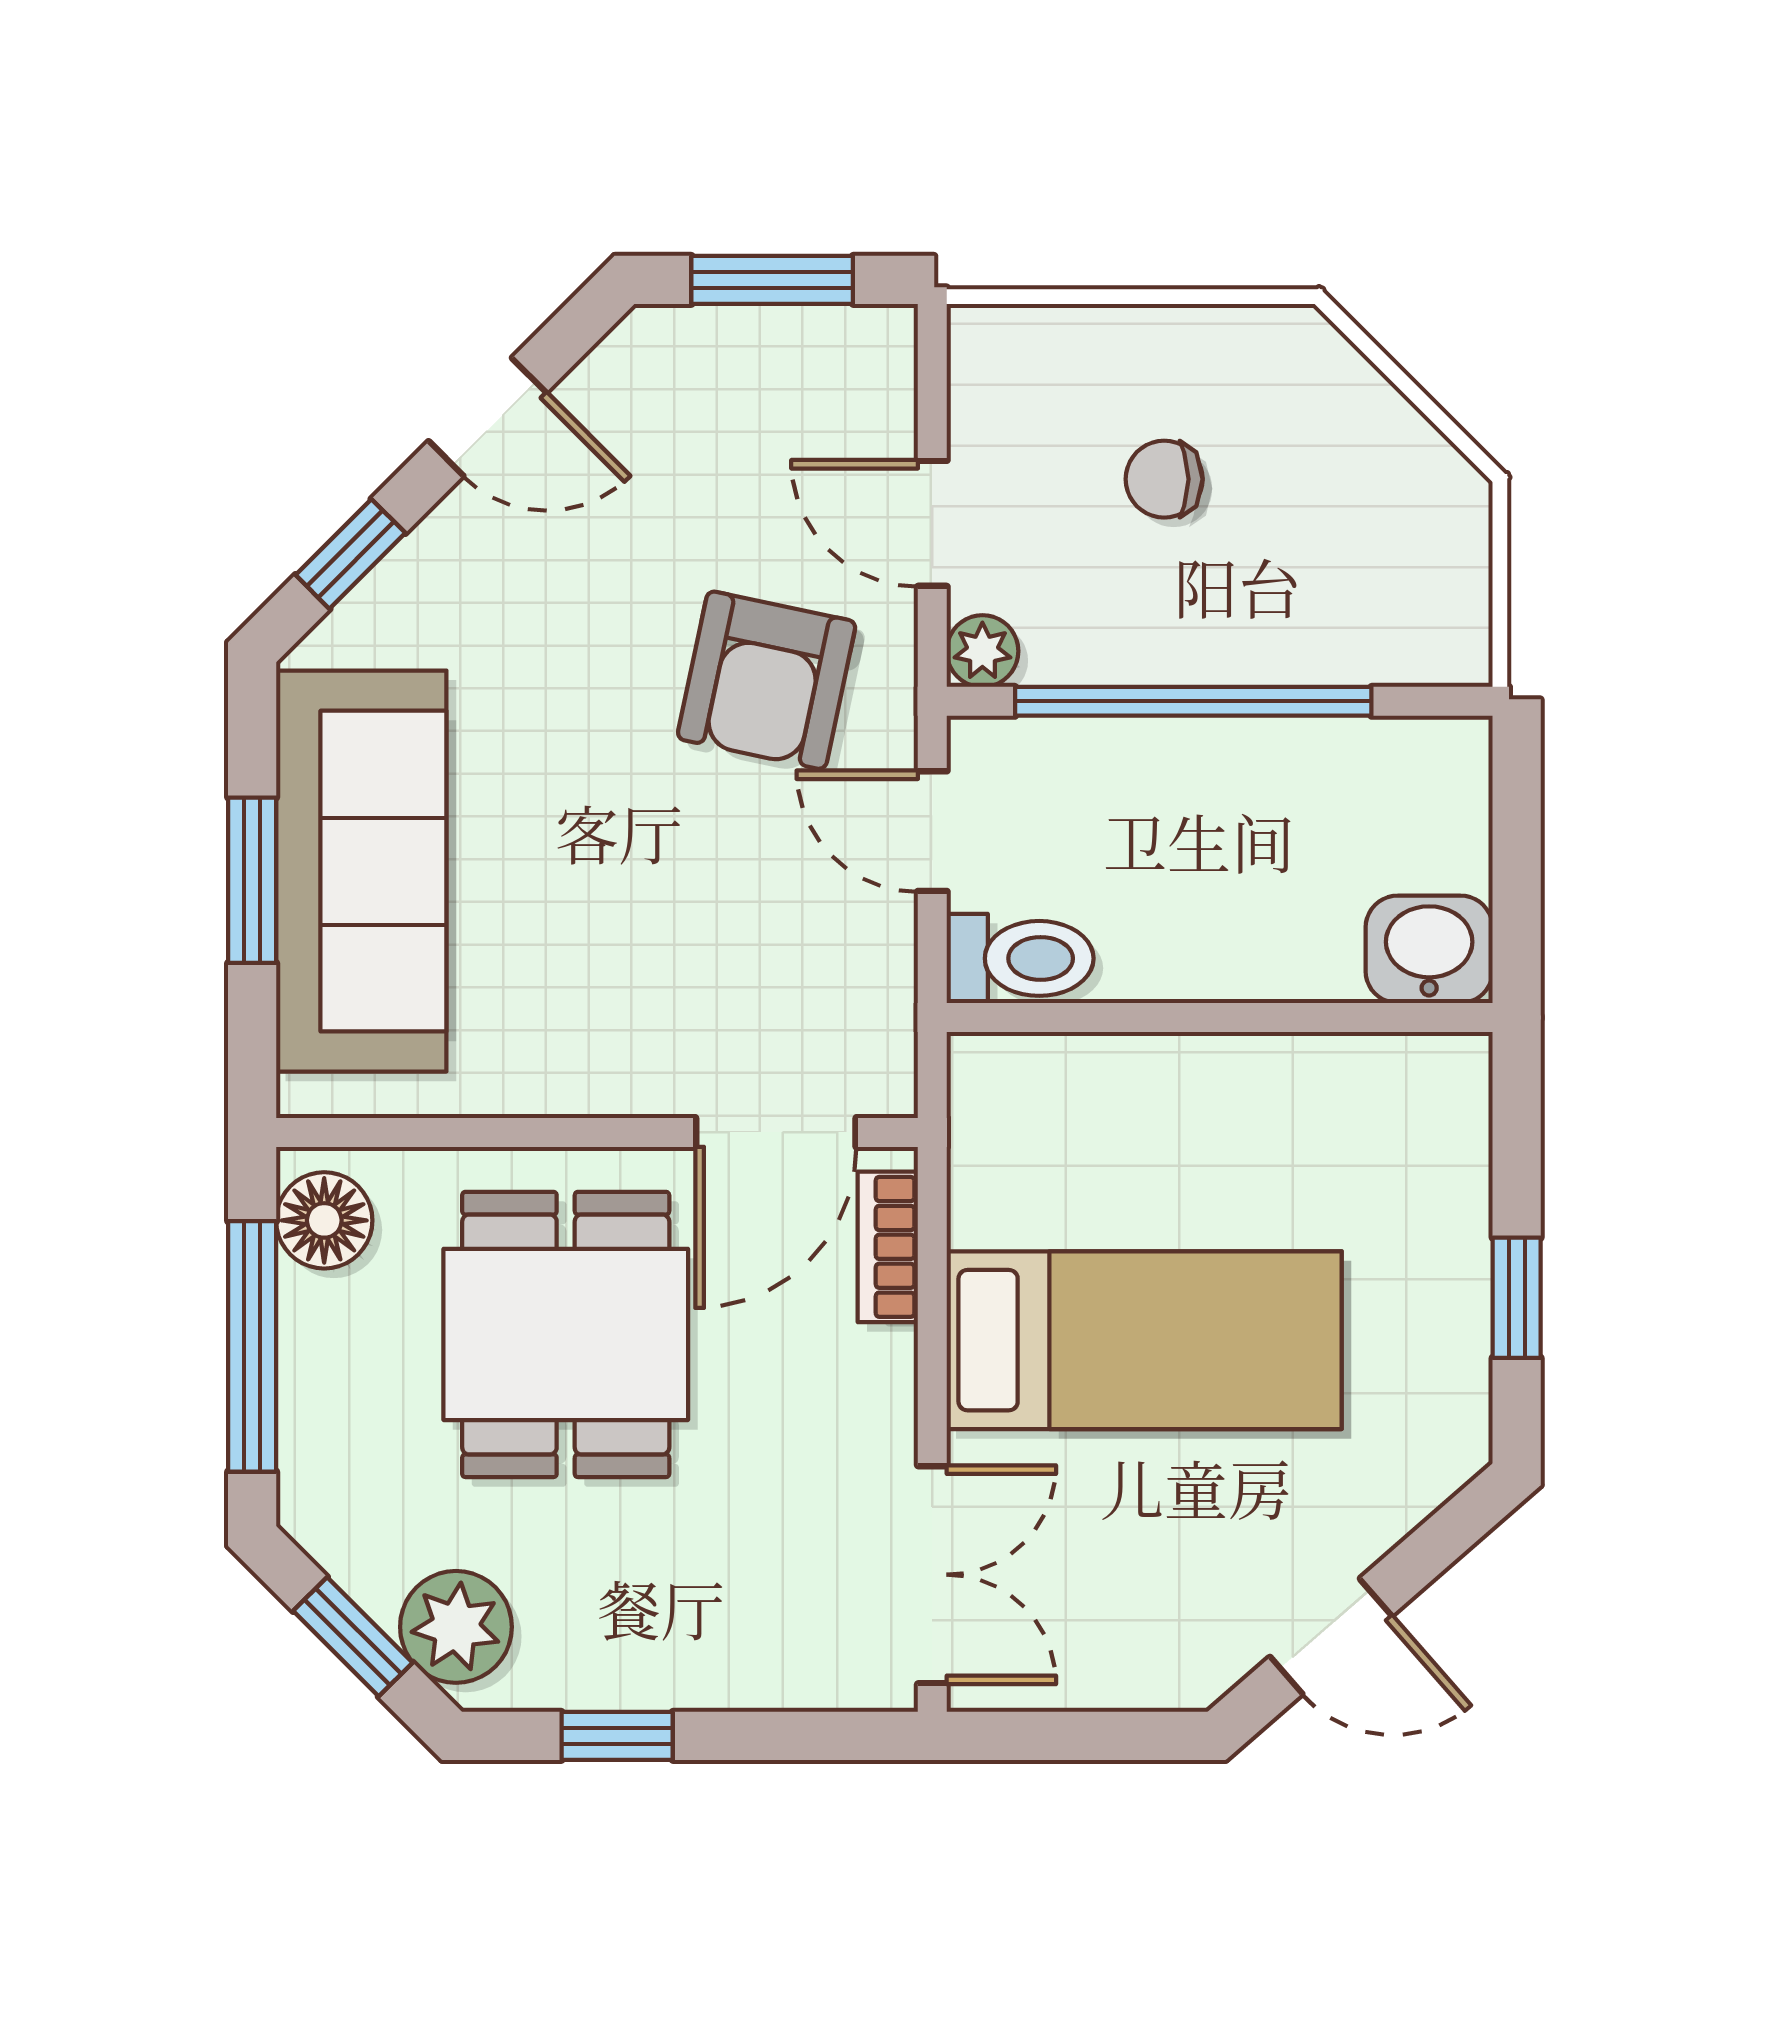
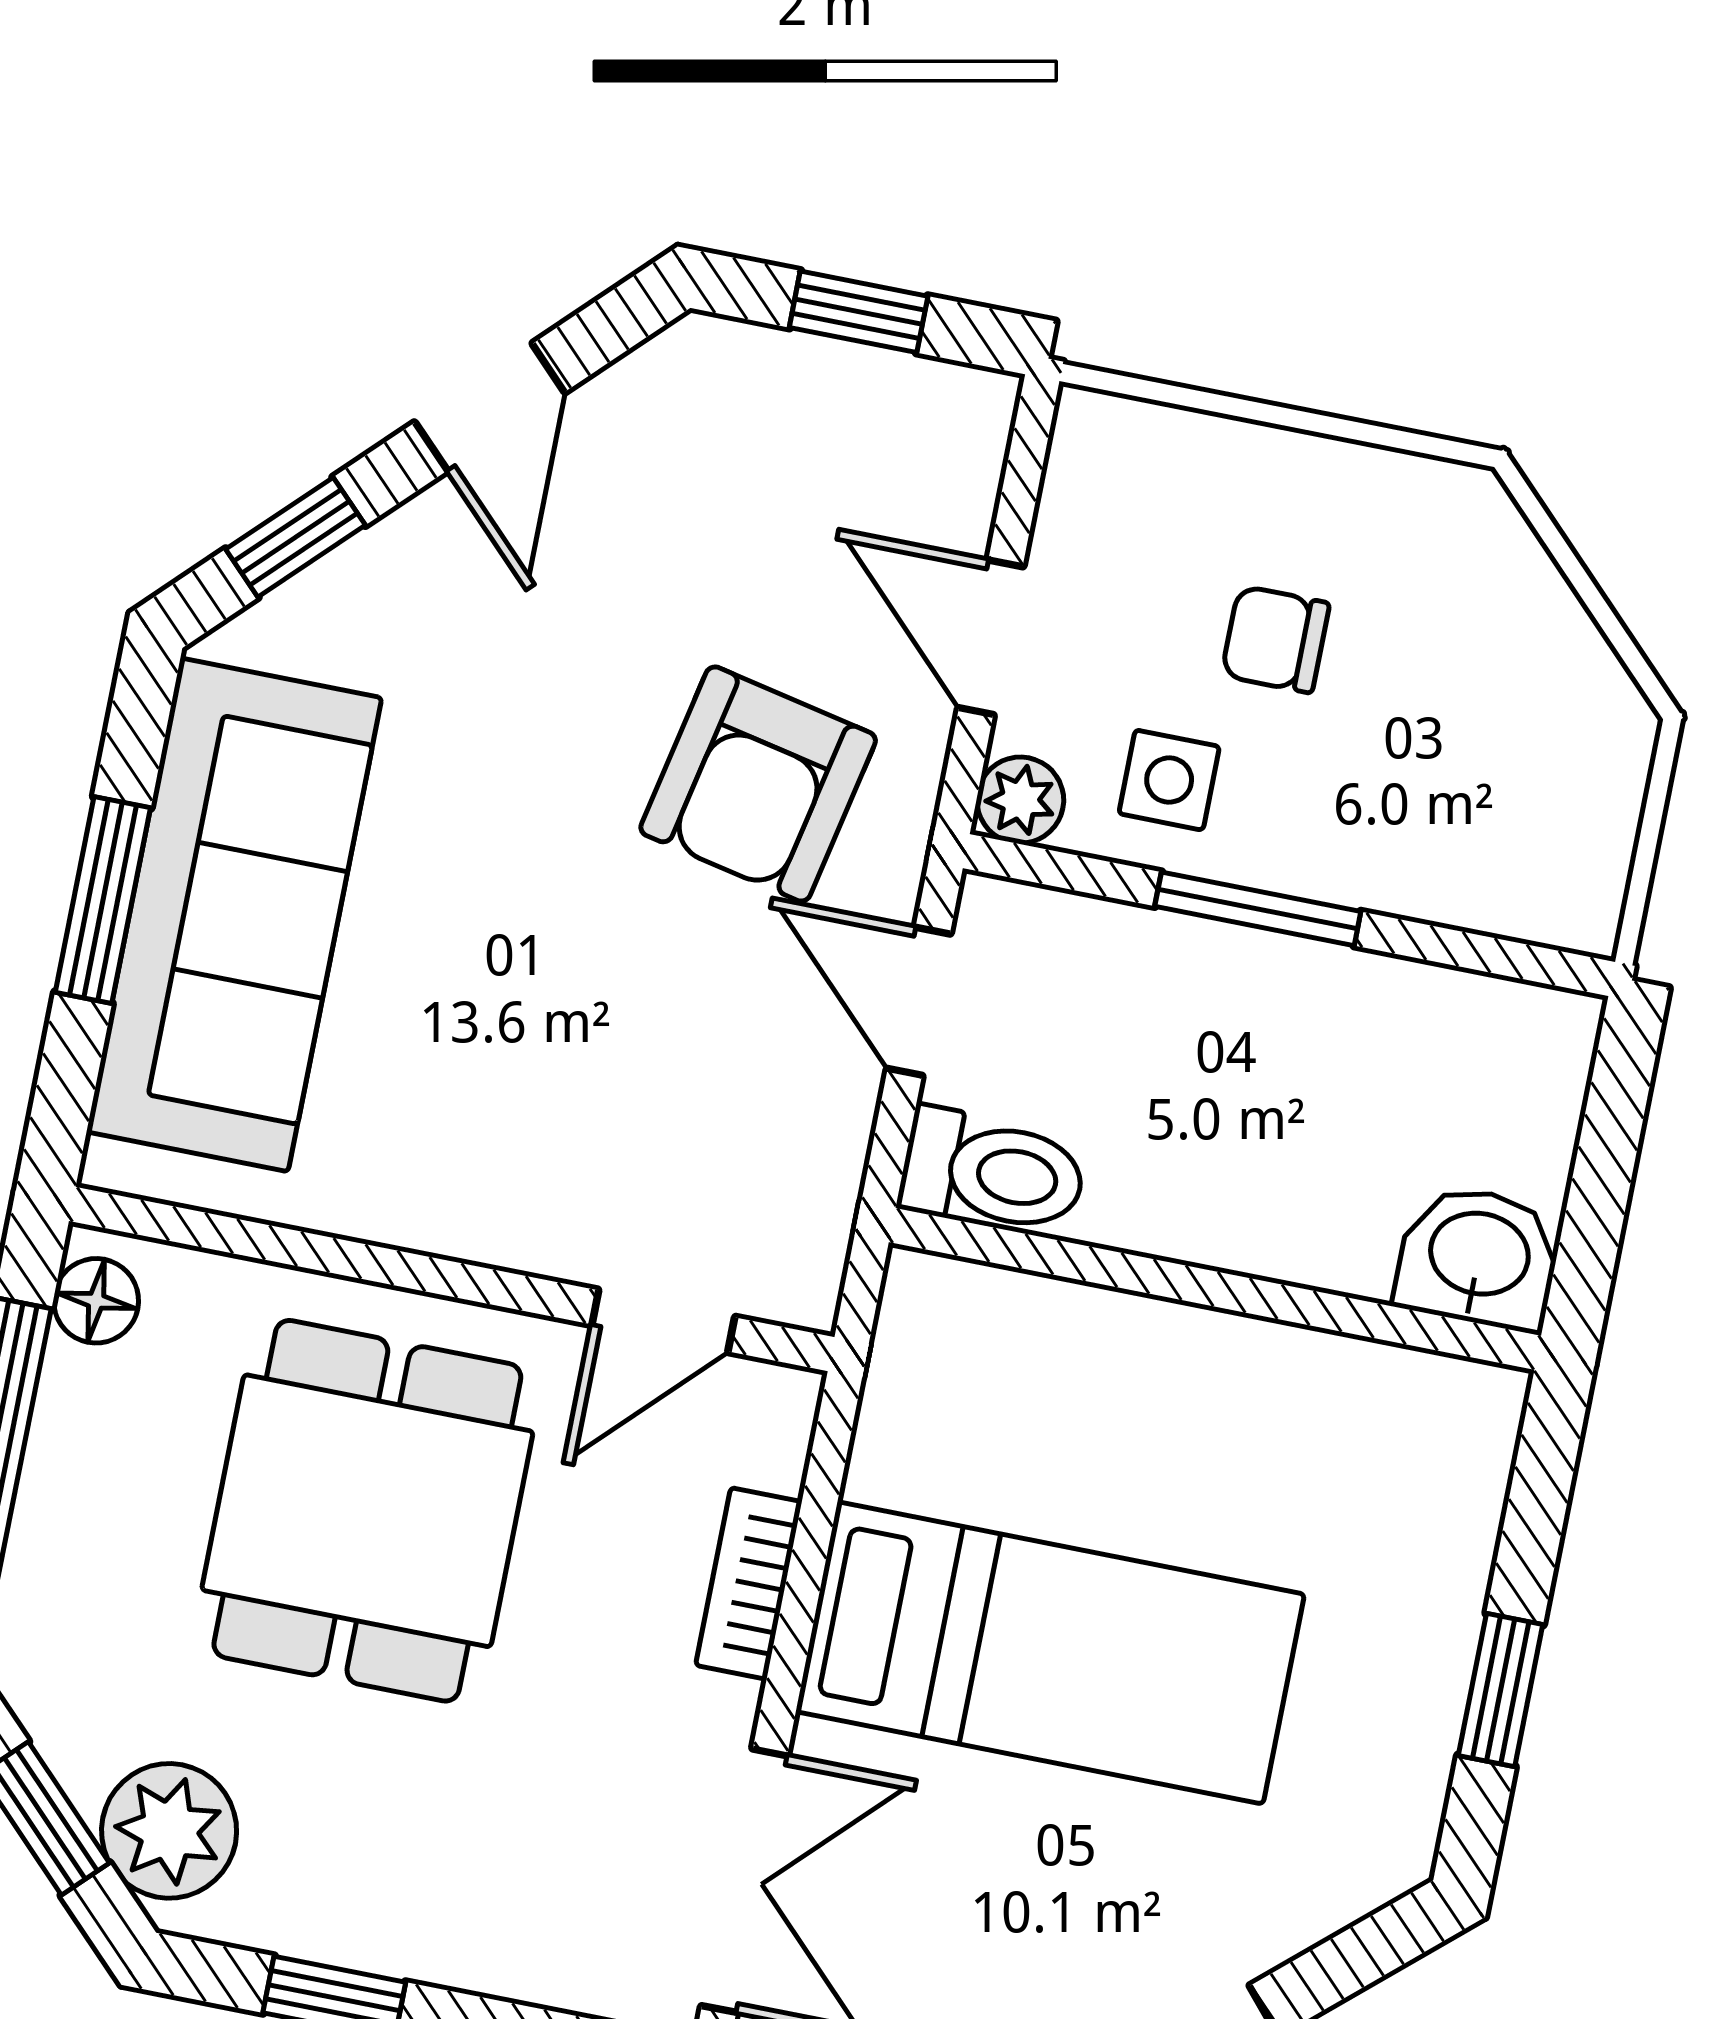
window: (772, 280) -> (859, 312), width x0.67
door: (488, 417) -> (490, 407), hinge flipped
side table: (1100, 611) -> (1169, 780), added
window: (1193, 701) -> (1258, 909), width x0.47
door: (776, 1132) -> (663, 1321), width x0.73
floor lamp: (324, 1220) -> (96, 1301), width x0.73, depth x0.73
bookcase: (888, 1247) -> (749, 1583), moved

